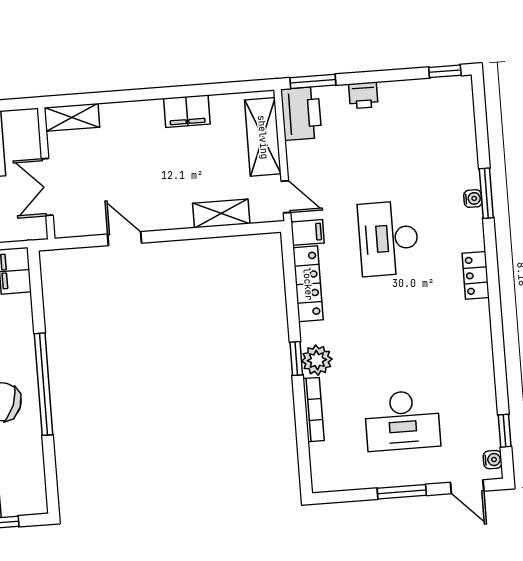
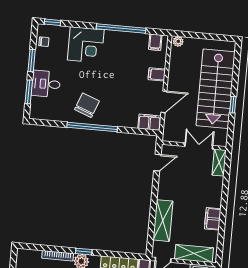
double door: (47, 187) -> (199, 146), moved
shelving: (221, 213) -> (163, 221), width x1.50, depth x1.33
door: (125, 239) -> (157, 163), moved

